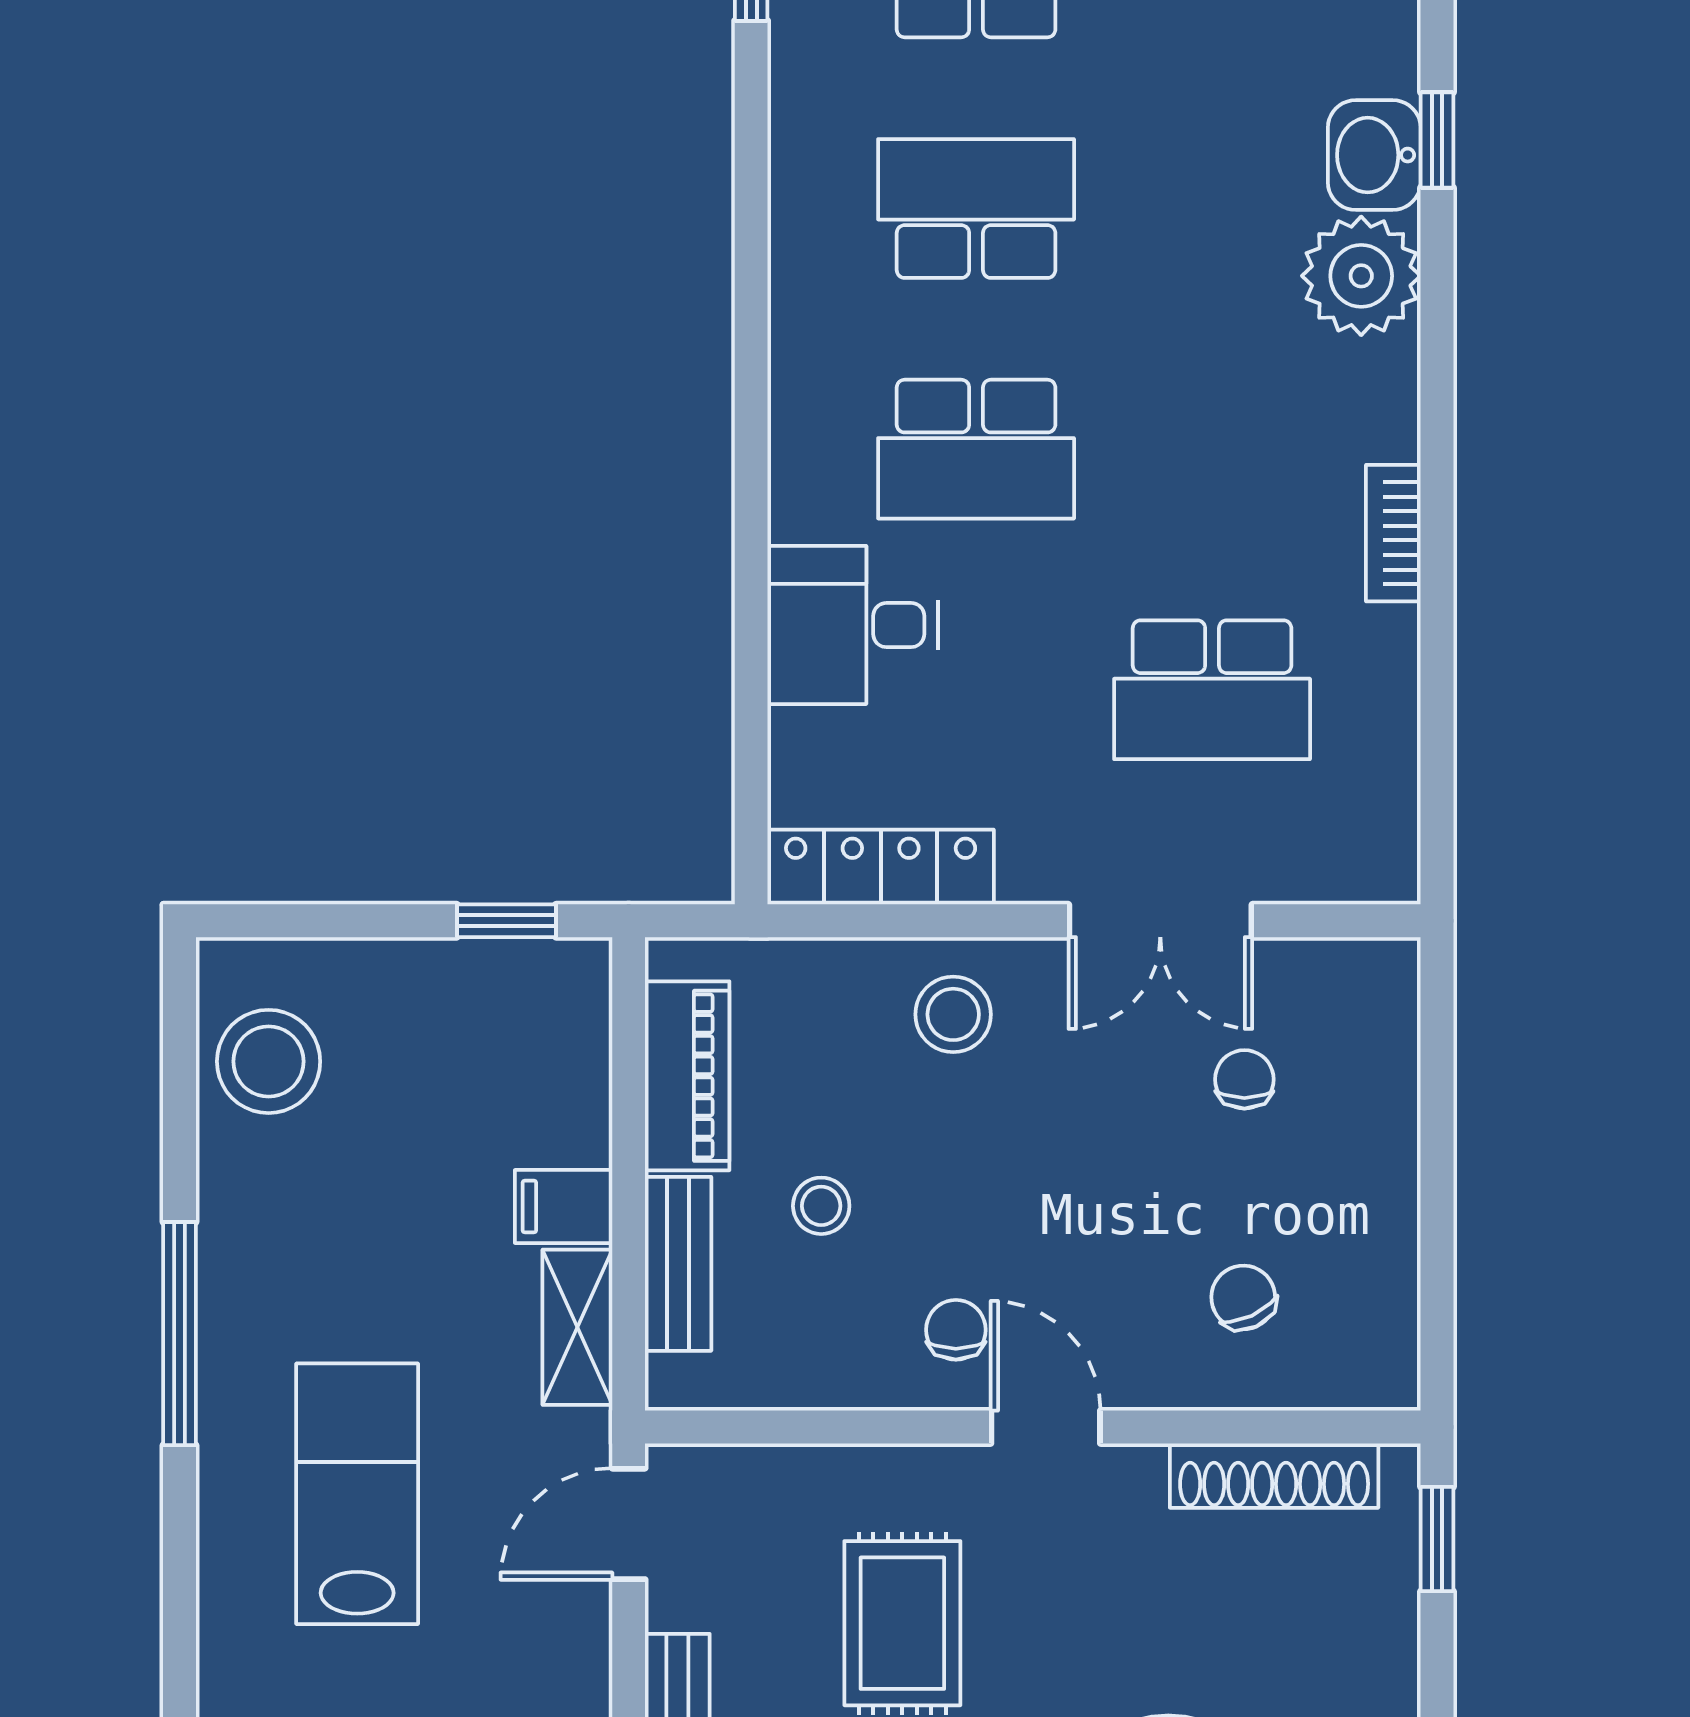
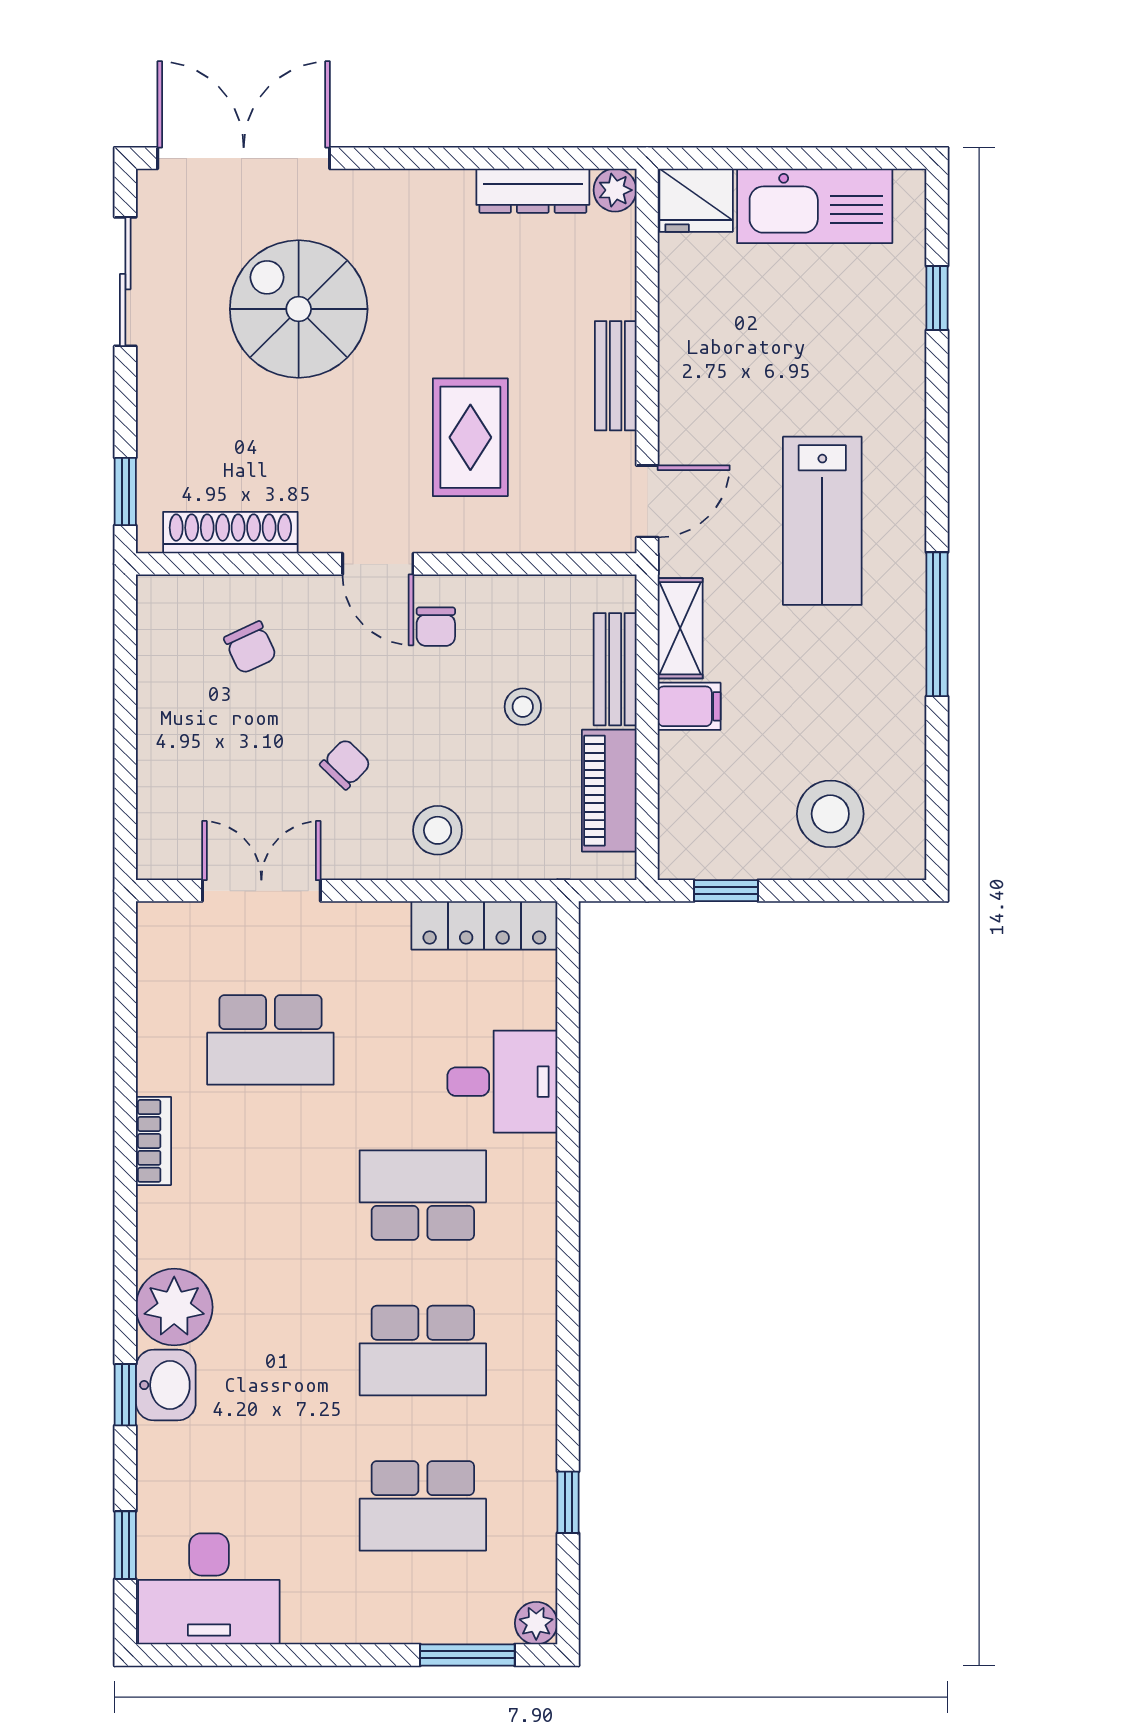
school desk: (1212, 690) -> (270, 1040), turned 180
double door: (1160, 921) -> (261, 891), moved
stool: (269, 1061) -> (830, 814), moved
chair: (1244, 1079) -> (345, 764), moved, turned -136

